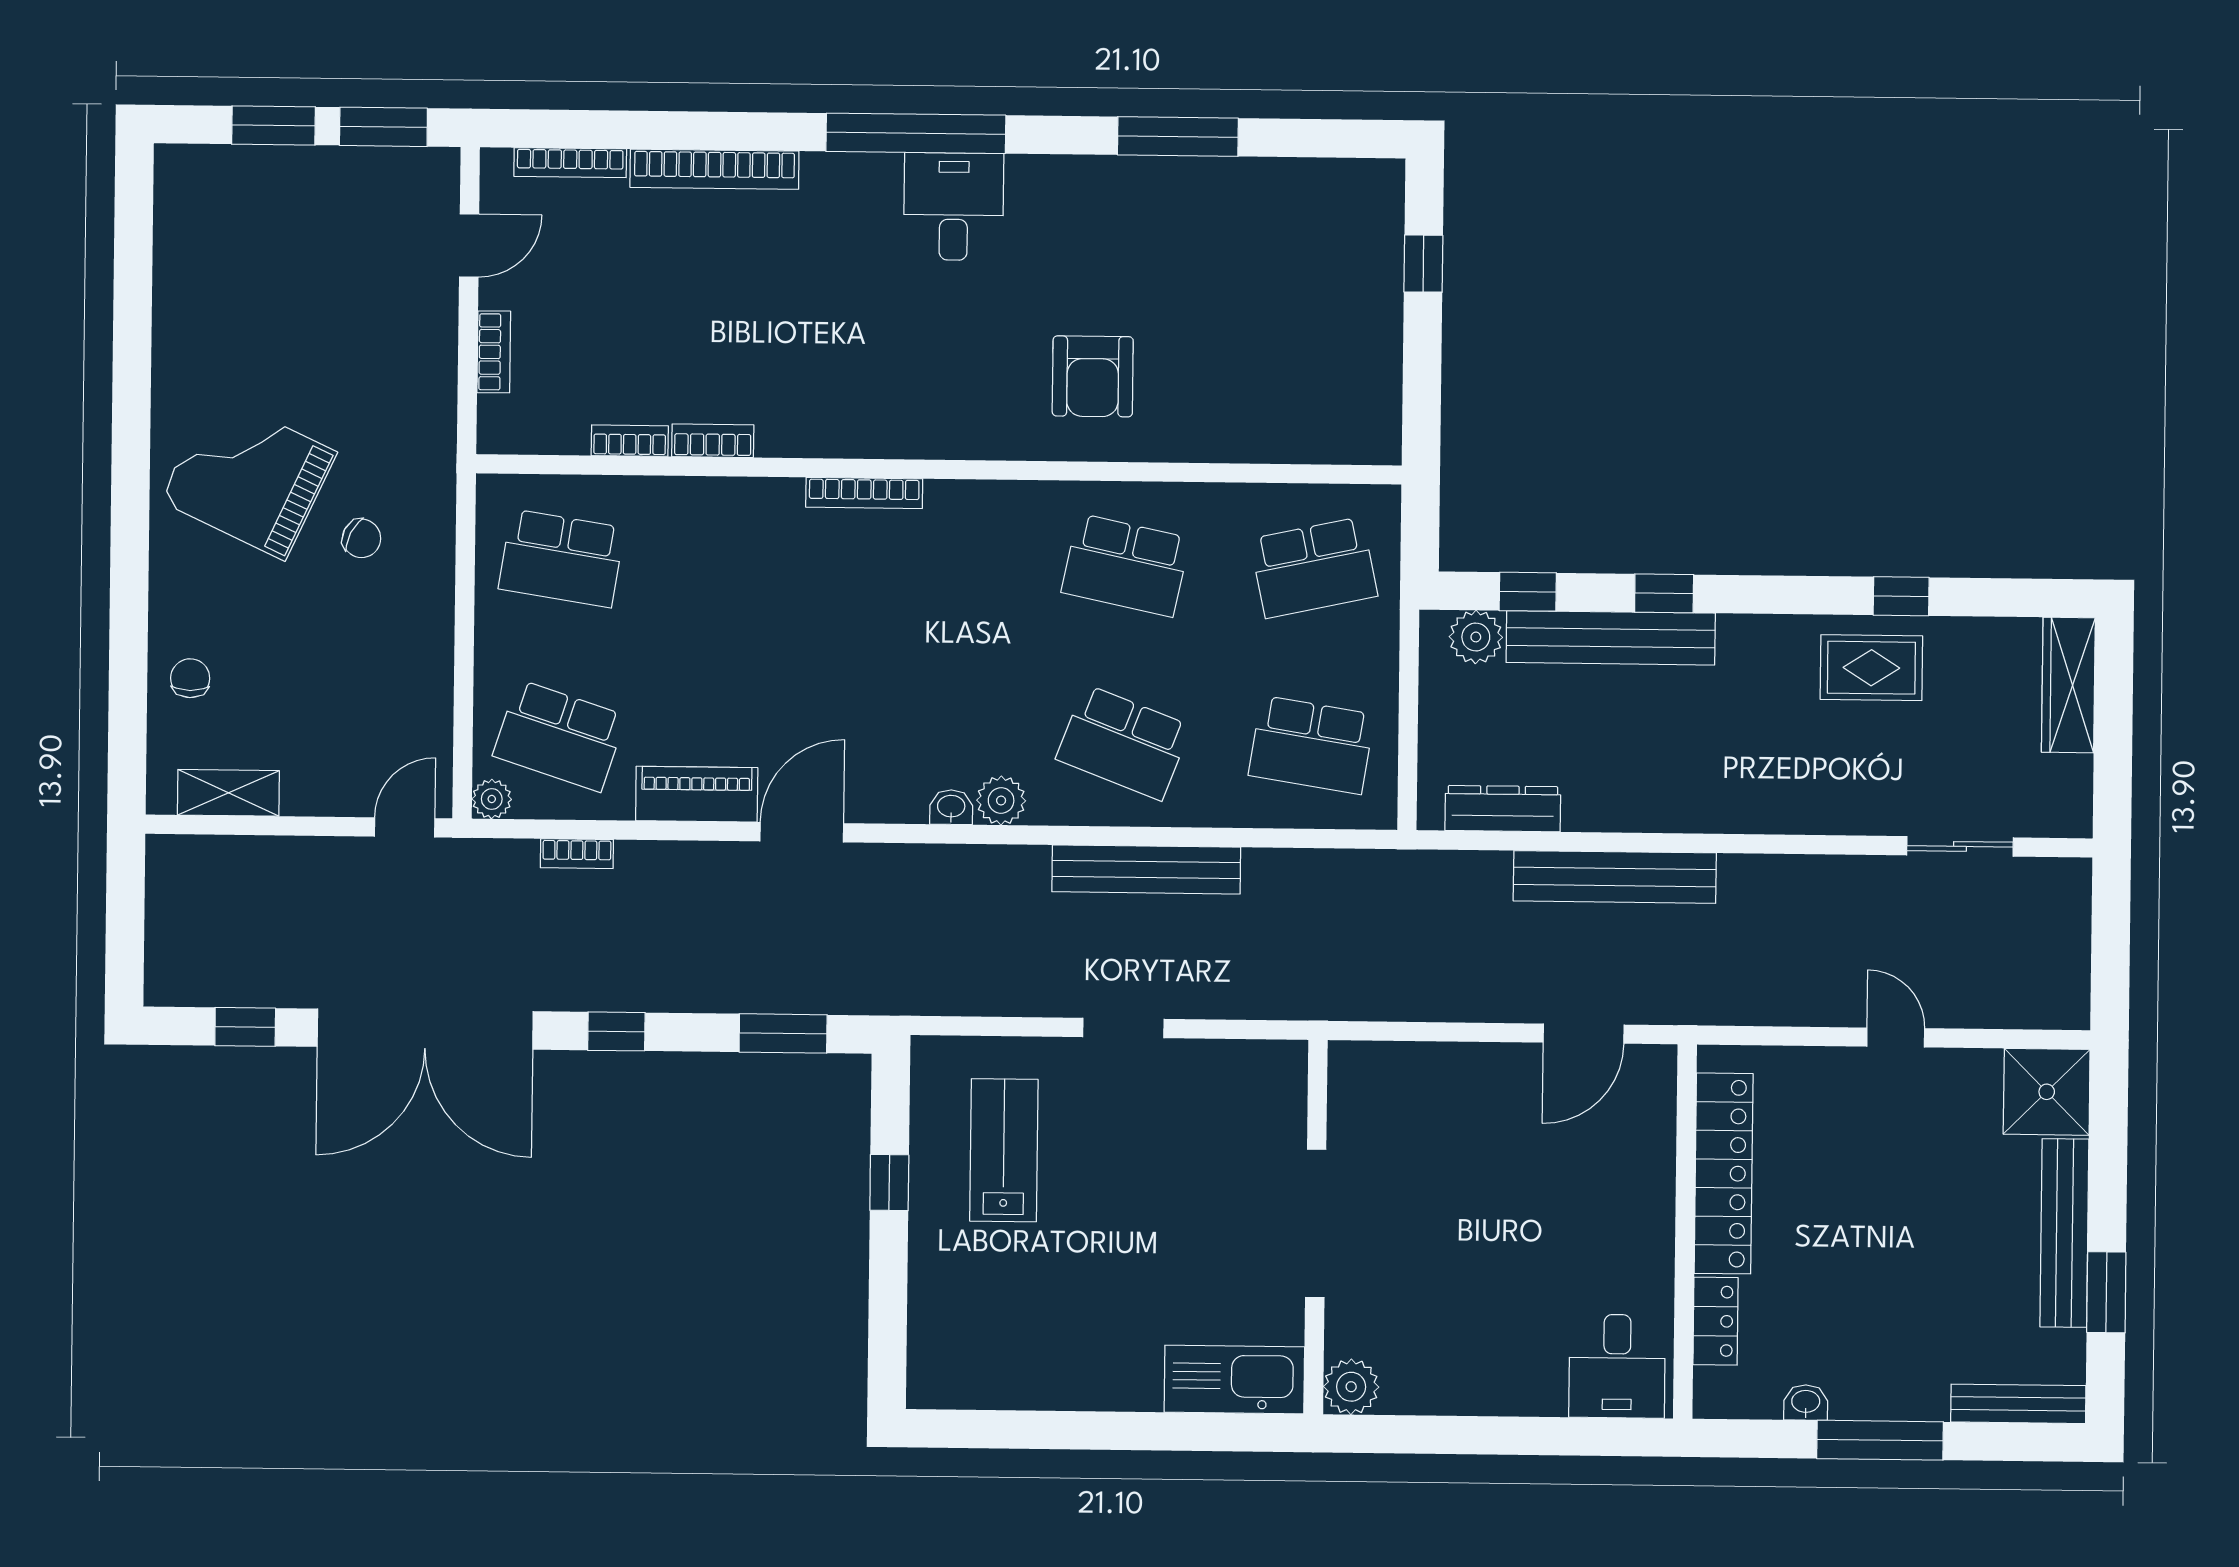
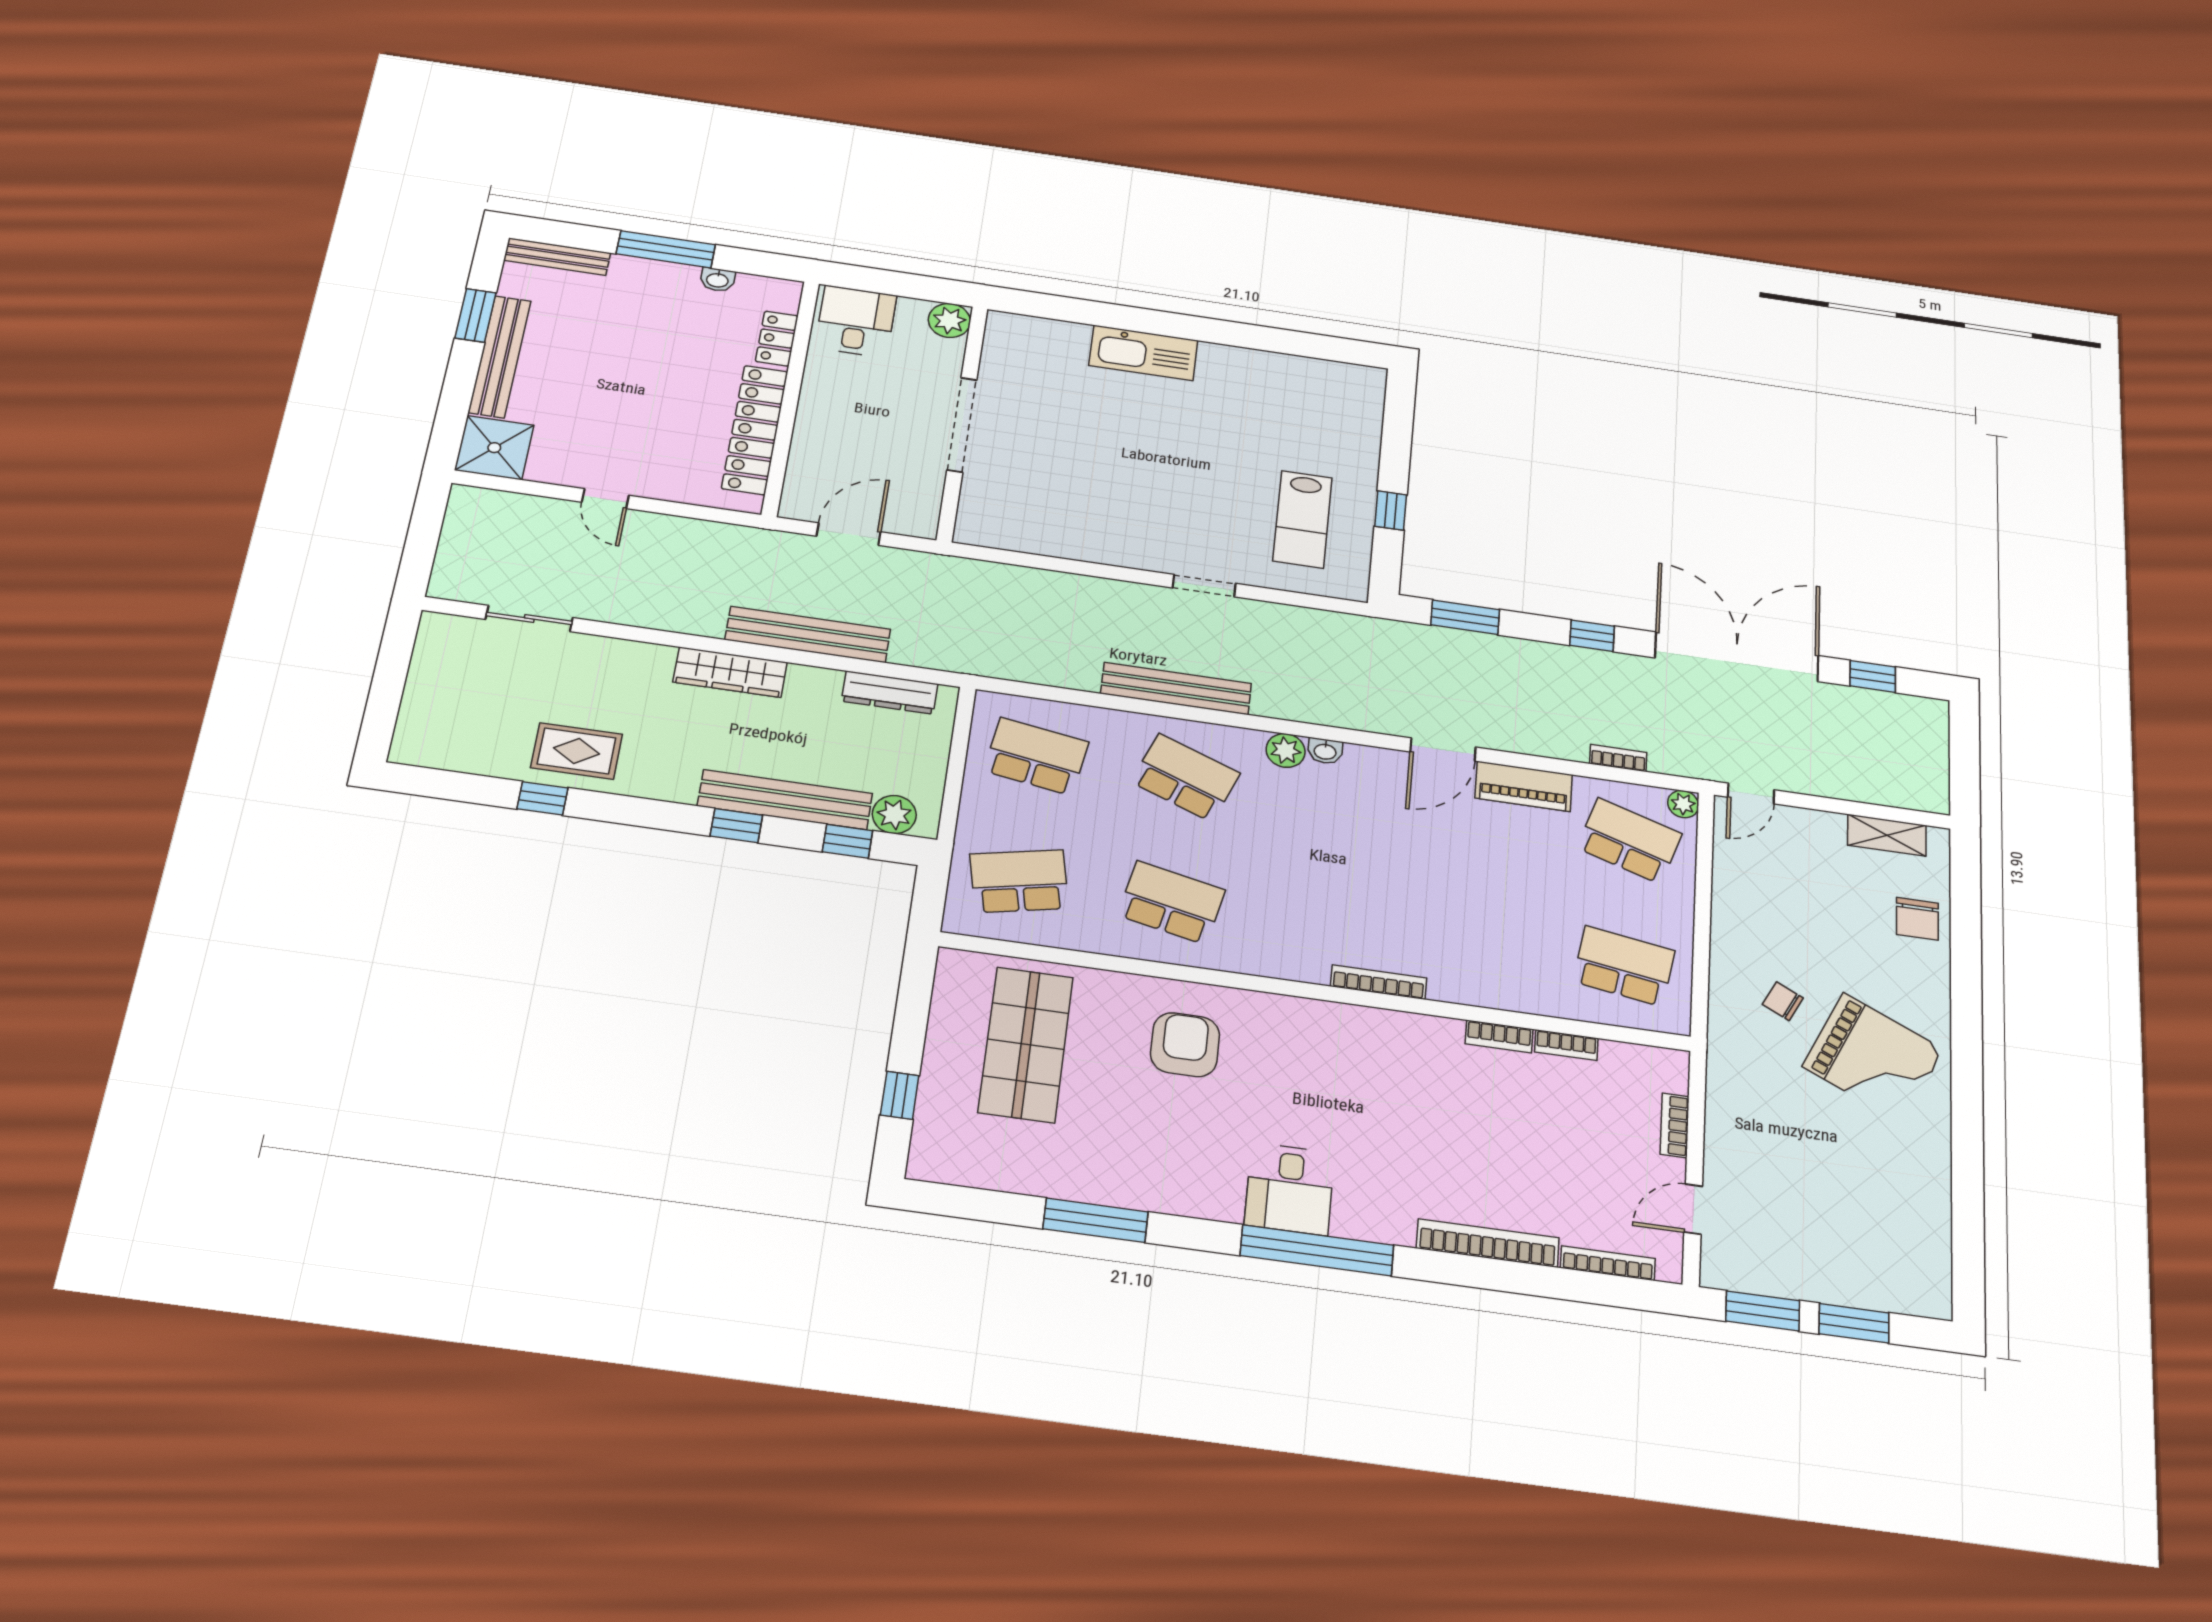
shop shelf: (1283, 350) -> (1026, 1044), added
chair: (190, 678) -> (1917, 919), width x1.37, depth x1.37
wardrobe: (2068, 685) -> (730, 672), moved, turned 90
doorway: (1316, 1223) -> (962, 425), moved
wall: (1316, 1227) -> (962, 422), moved
plant: (1351, 1387) -> (949, 320), moved

